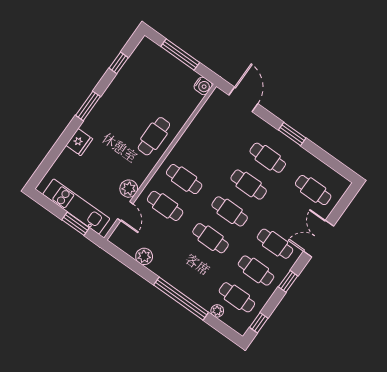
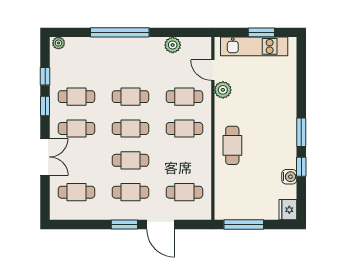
window: (180, 55) -> (244, 225), moved
window: (119, 63) -> (301, 167), moved
water cooler: (203, 86) -> (289, 177), moved, turned 180
door: (243, 99) -> (161, 225), moved
fridge: (79, 142) -> (288, 210), moved
window: (76, 224) -> (261, 32), moved
cafe table: (237, 297) -> (184, 192), moved
plant: (217, 311) -> (59, 43), moved
window: (259, 323) -> (45, 76), moved

